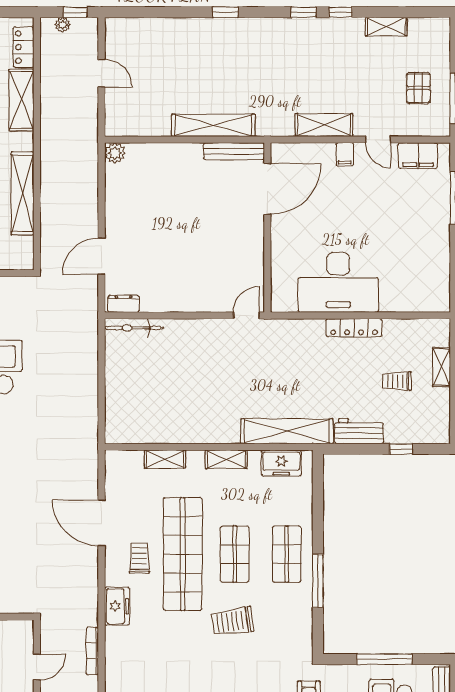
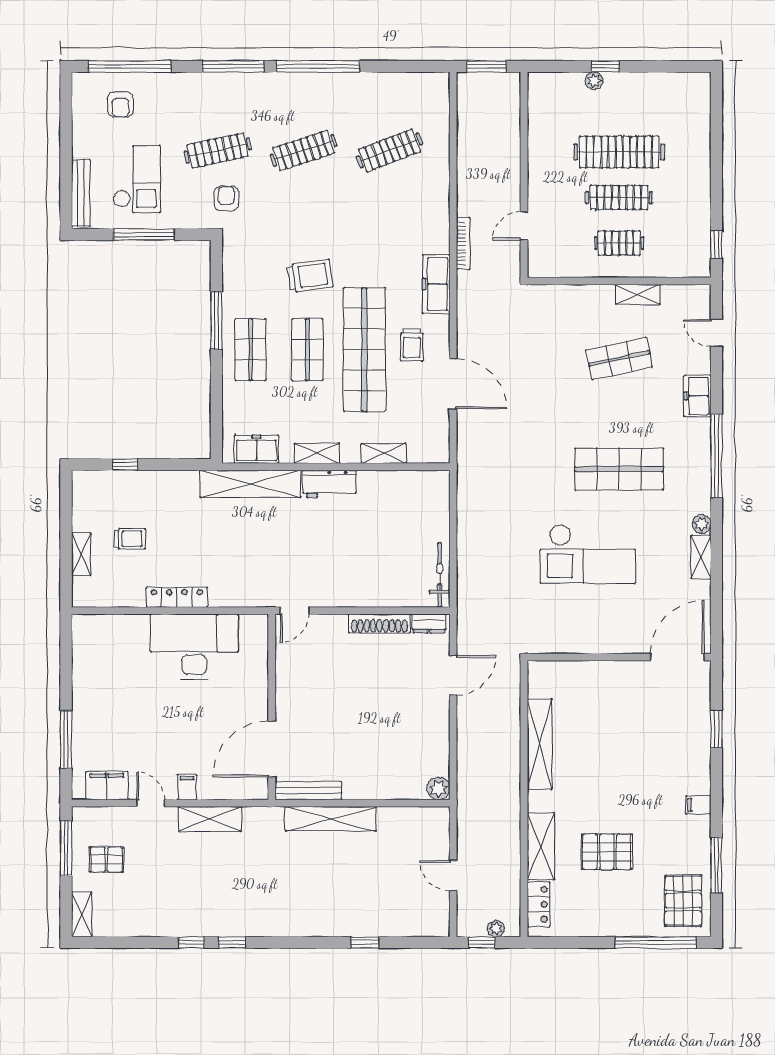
window: (225, 12) -> (365, 942), moved
shelving: (386, 27) -> (82, 914), moved, turned 90
pallet: (418, 88) -> (106, 860), turned 90
shoe rack: (169, 304) -> (379, 623), added
bicycle: (134, 328) -> (440, 575), moved, turned -90
workbench: (359, 431) -> (329, 484), moved
freezer: (117, 606) -> (436, 284), width x1.40

